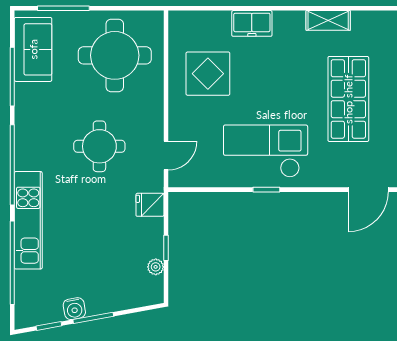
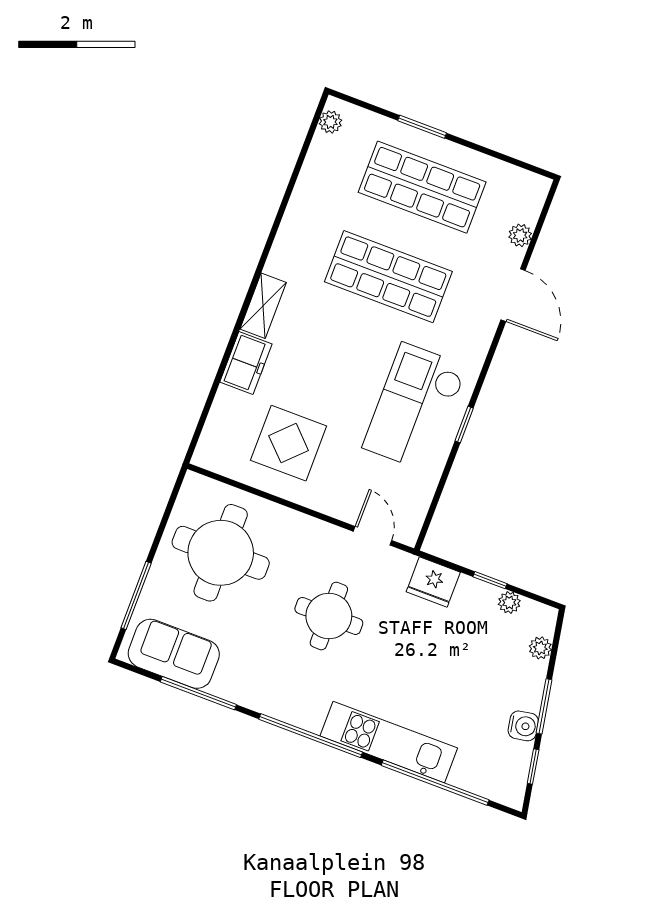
shelving: (328, 20) -> (263, 306), moved
fridge: (150, 205) -> (433, 582), width x1.38
plant: (132, 300) -> (540, 648), added

